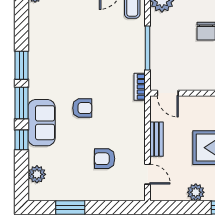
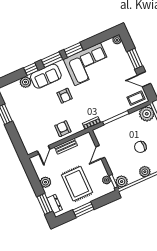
corner sofa: (51, 54) -> (88, 64), added
door: (168, 93) -> (100, 152), moved
armchair: (105, 159) -> (63, 129), moved
plant: (37, 174) -> (26, 82), moved

